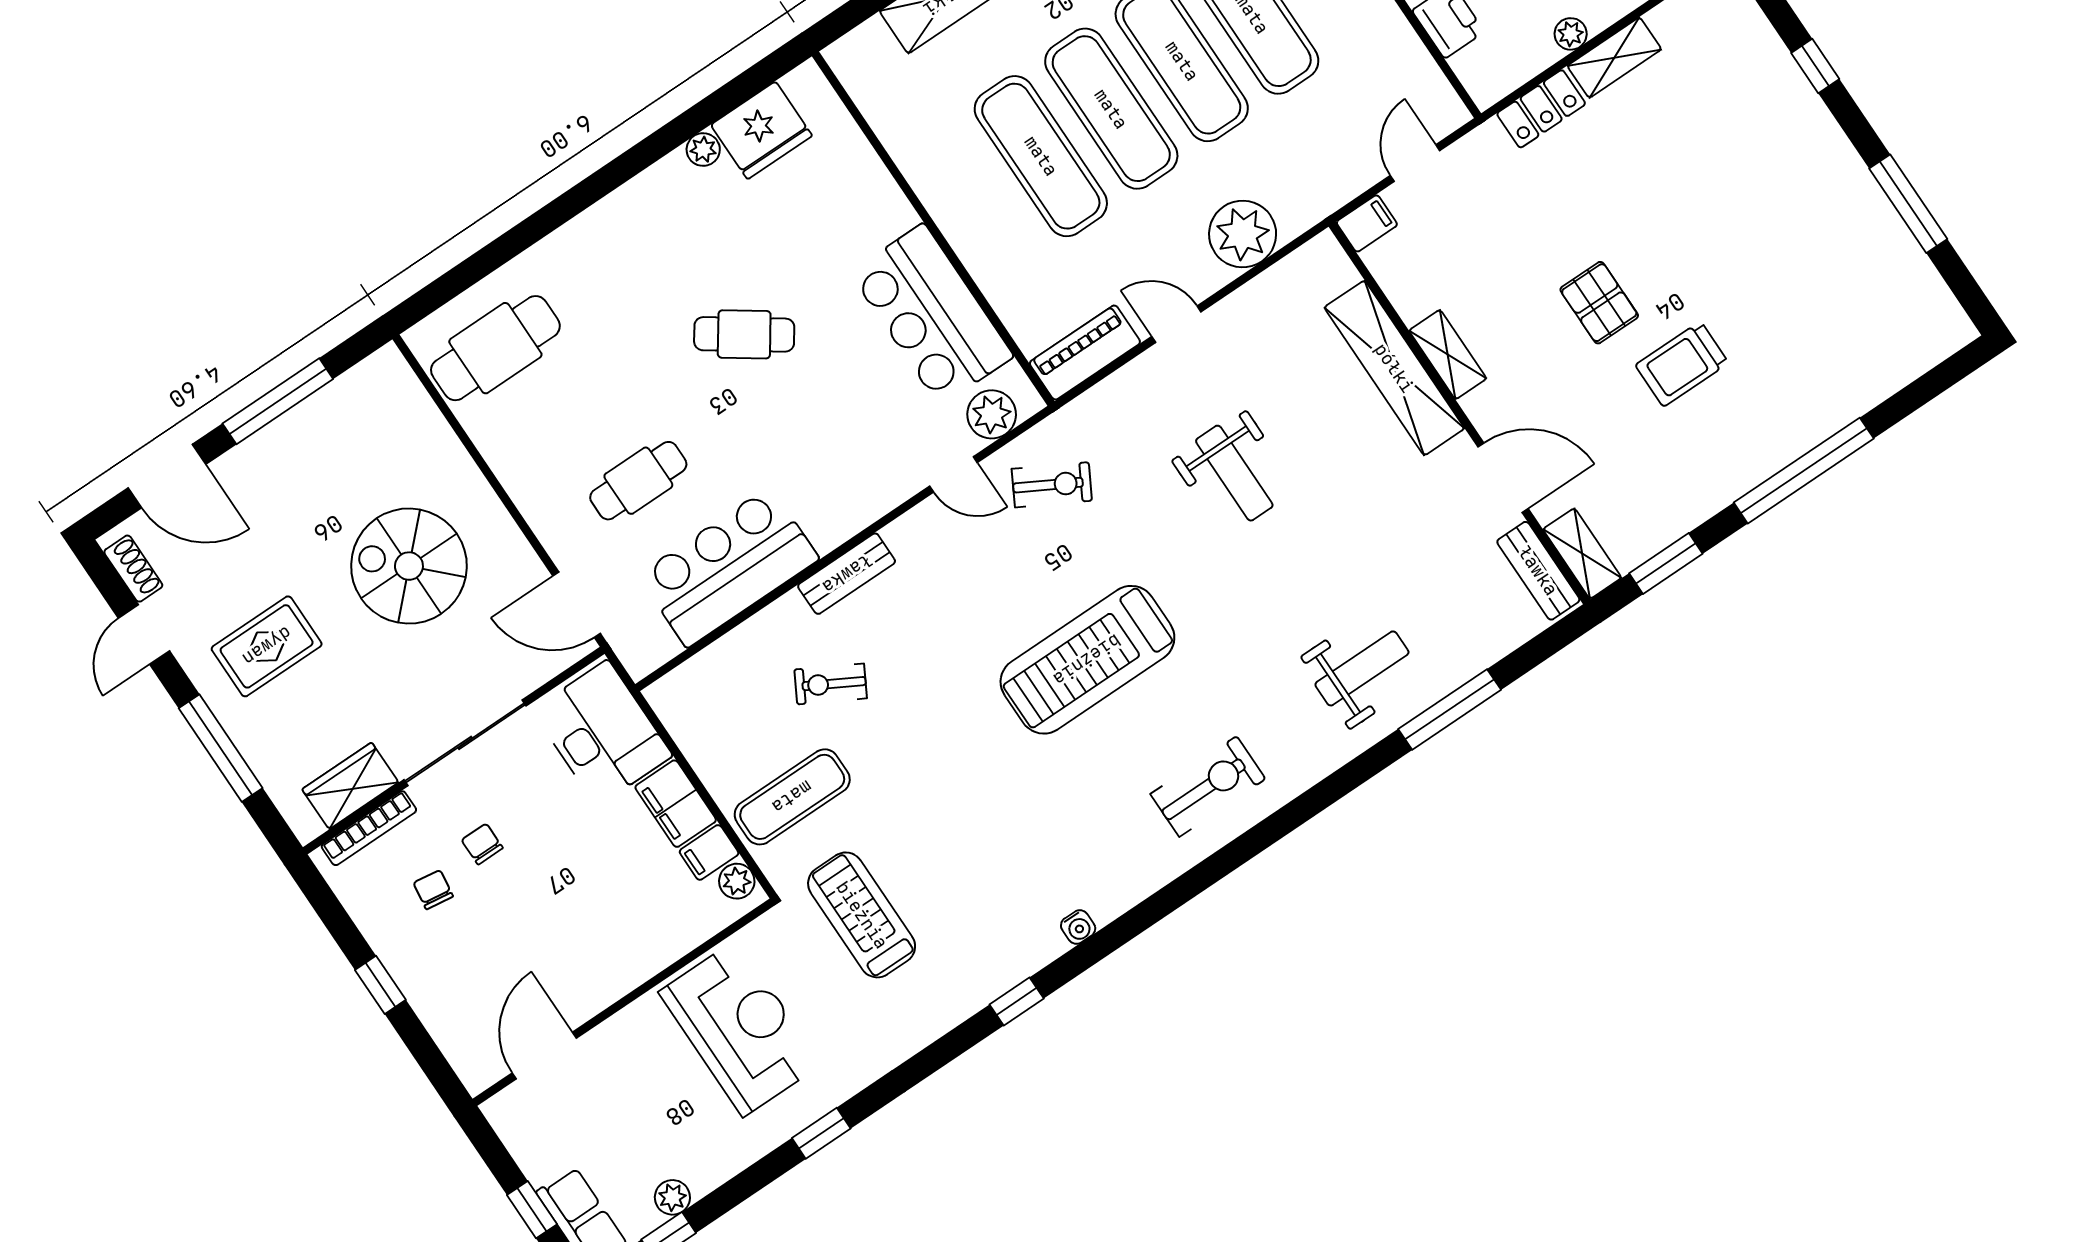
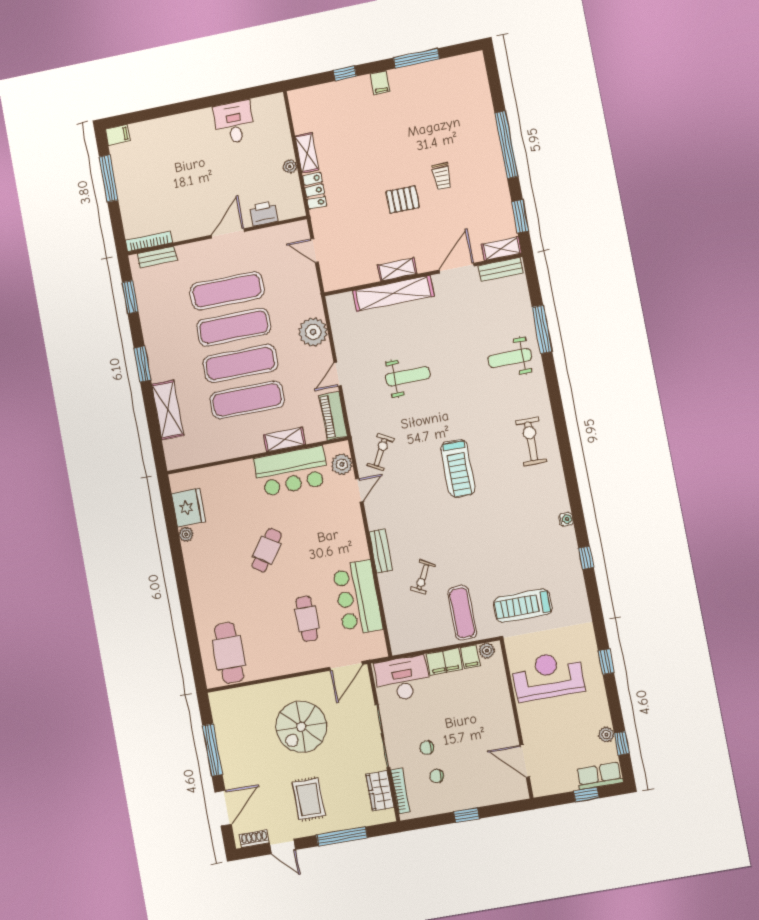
filing cabinet: (1367, 223) -> (380, 83), moved, turned 180
shelving: (991, 271) -> (284, 440), added
trolley: (1682, 364) -> (442, 176), width x0.73, depth x0.72
treadmill: (1087, 660) -> (458, 468), width x0.73, depth x0.73
weight bench: (1362, 668) -> (510, 358), turned -90

